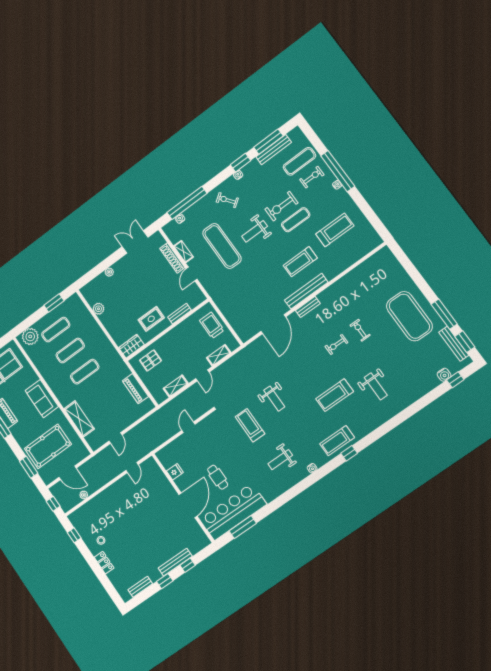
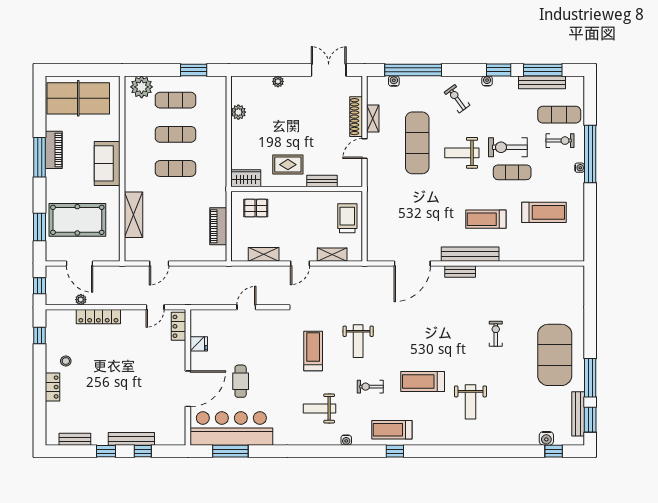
exercise bike: (336, 344) -> (370, 387), moved
locker: (155, 469) -> (179, 326), added
locker: (102, 498) -> (98, 317), added

